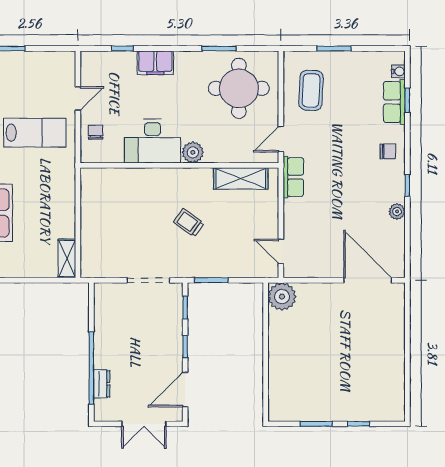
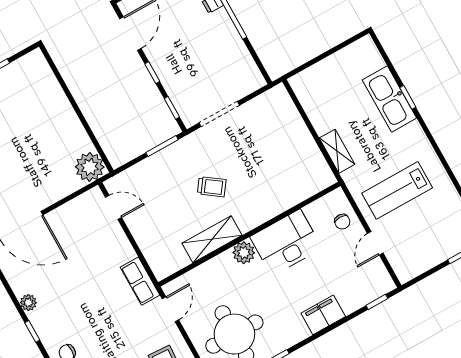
window: (122, 49) -> (377, 302), moved
shelving: (241, 178) -> (212, 239), moved
shelving: (67, 258) -> (337, 151), moved

